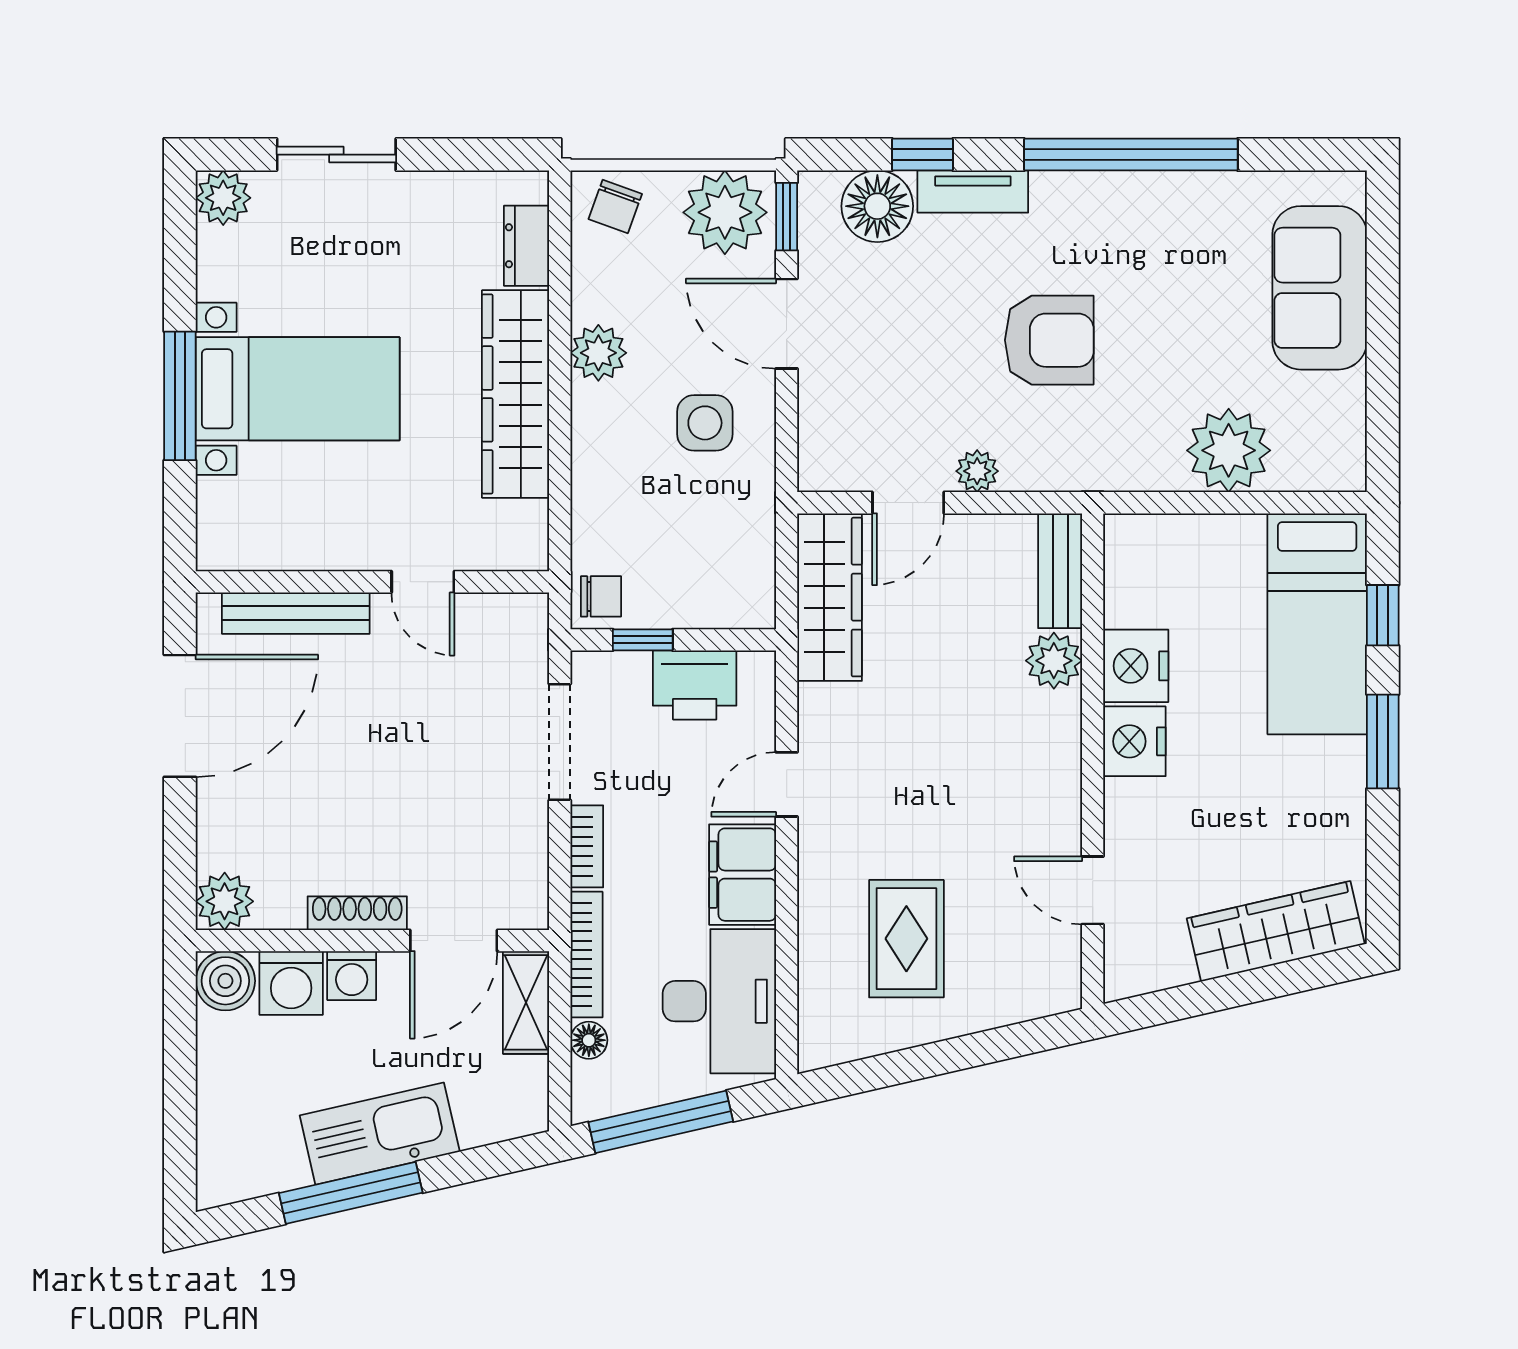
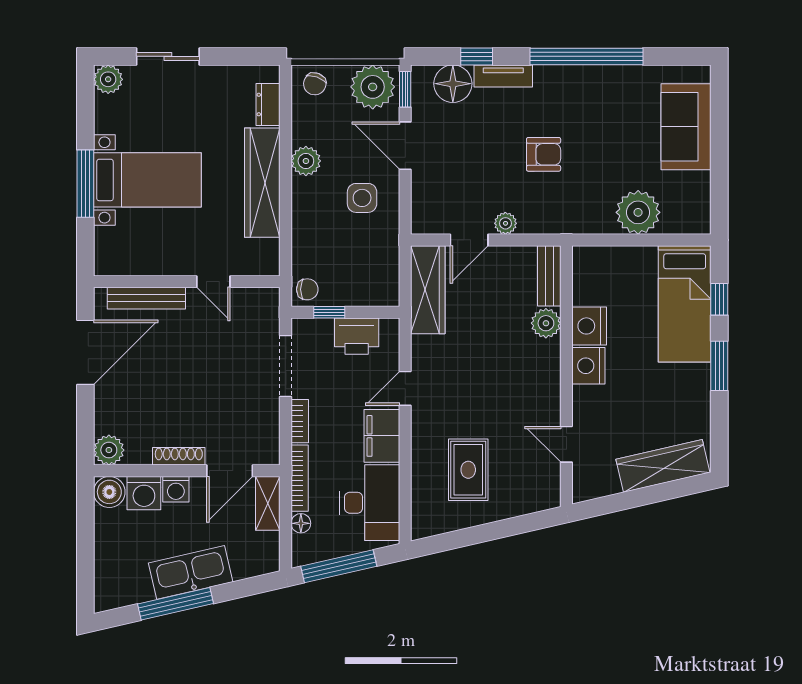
armchair: (1049, 340) -> (544, 154), width x0.72, depth x0.72

